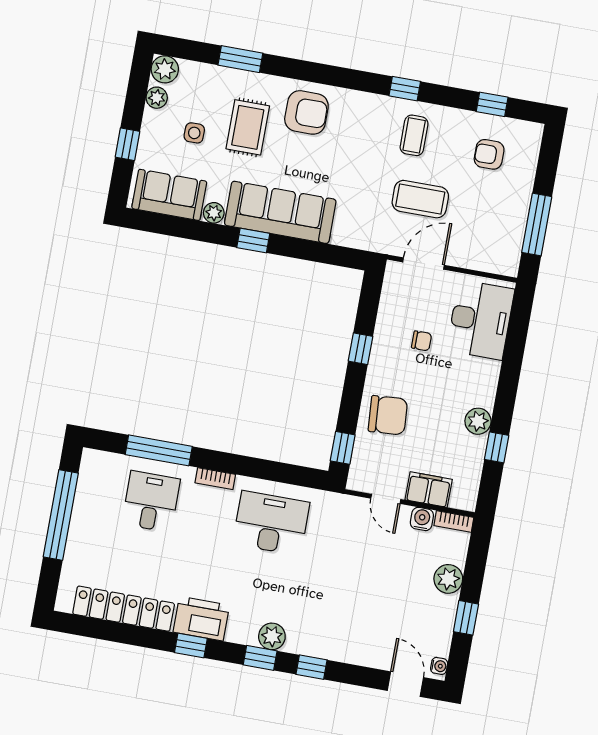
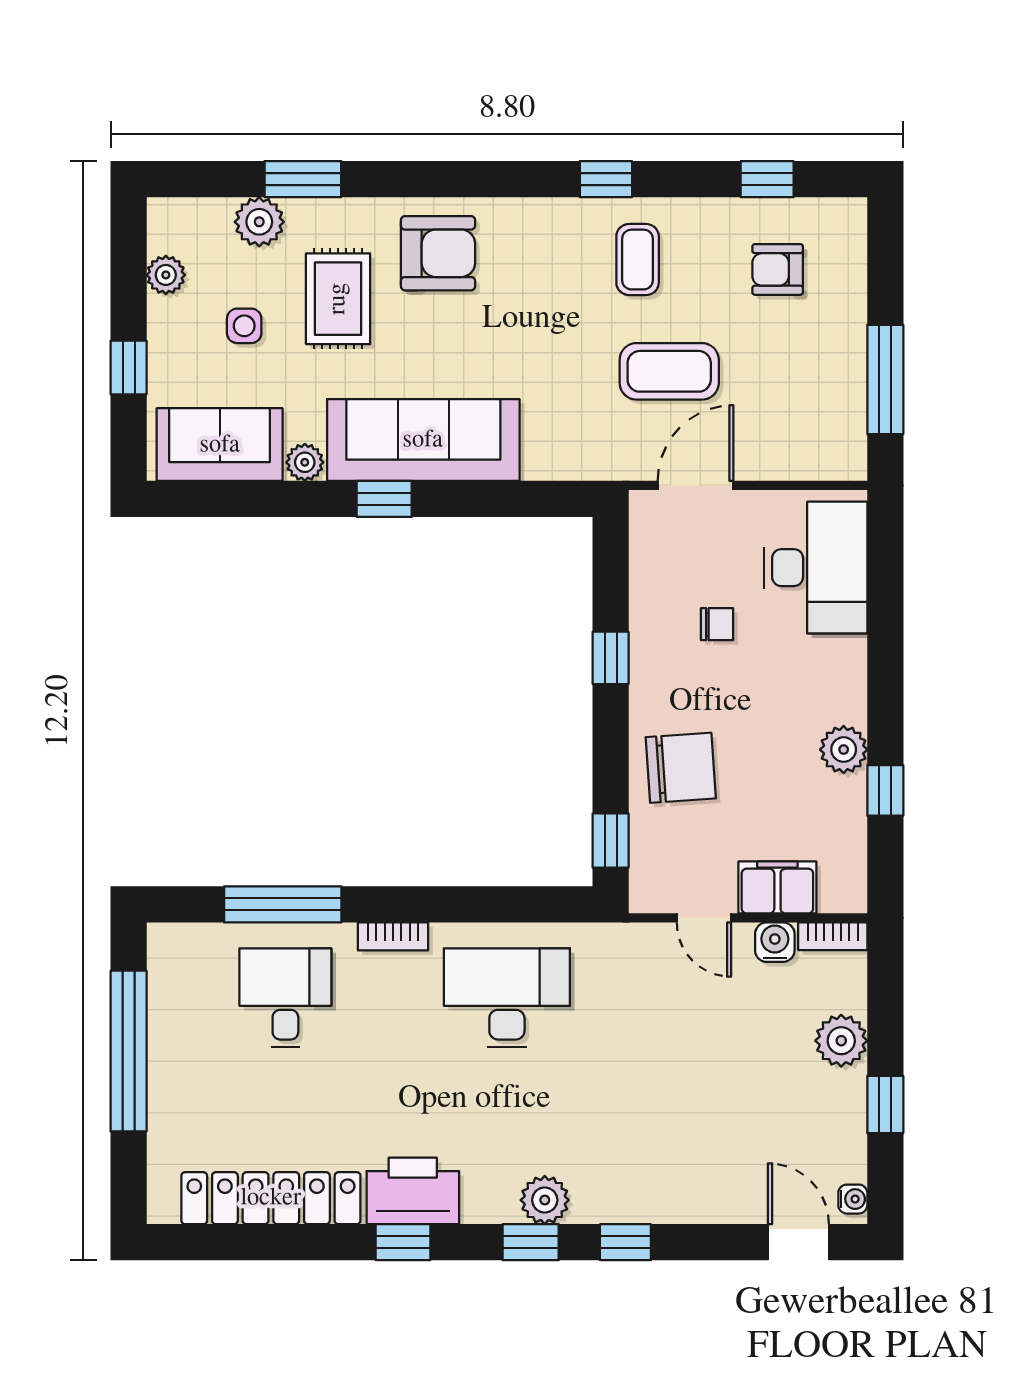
plant: (165, 69) -> (259, 222), moved

